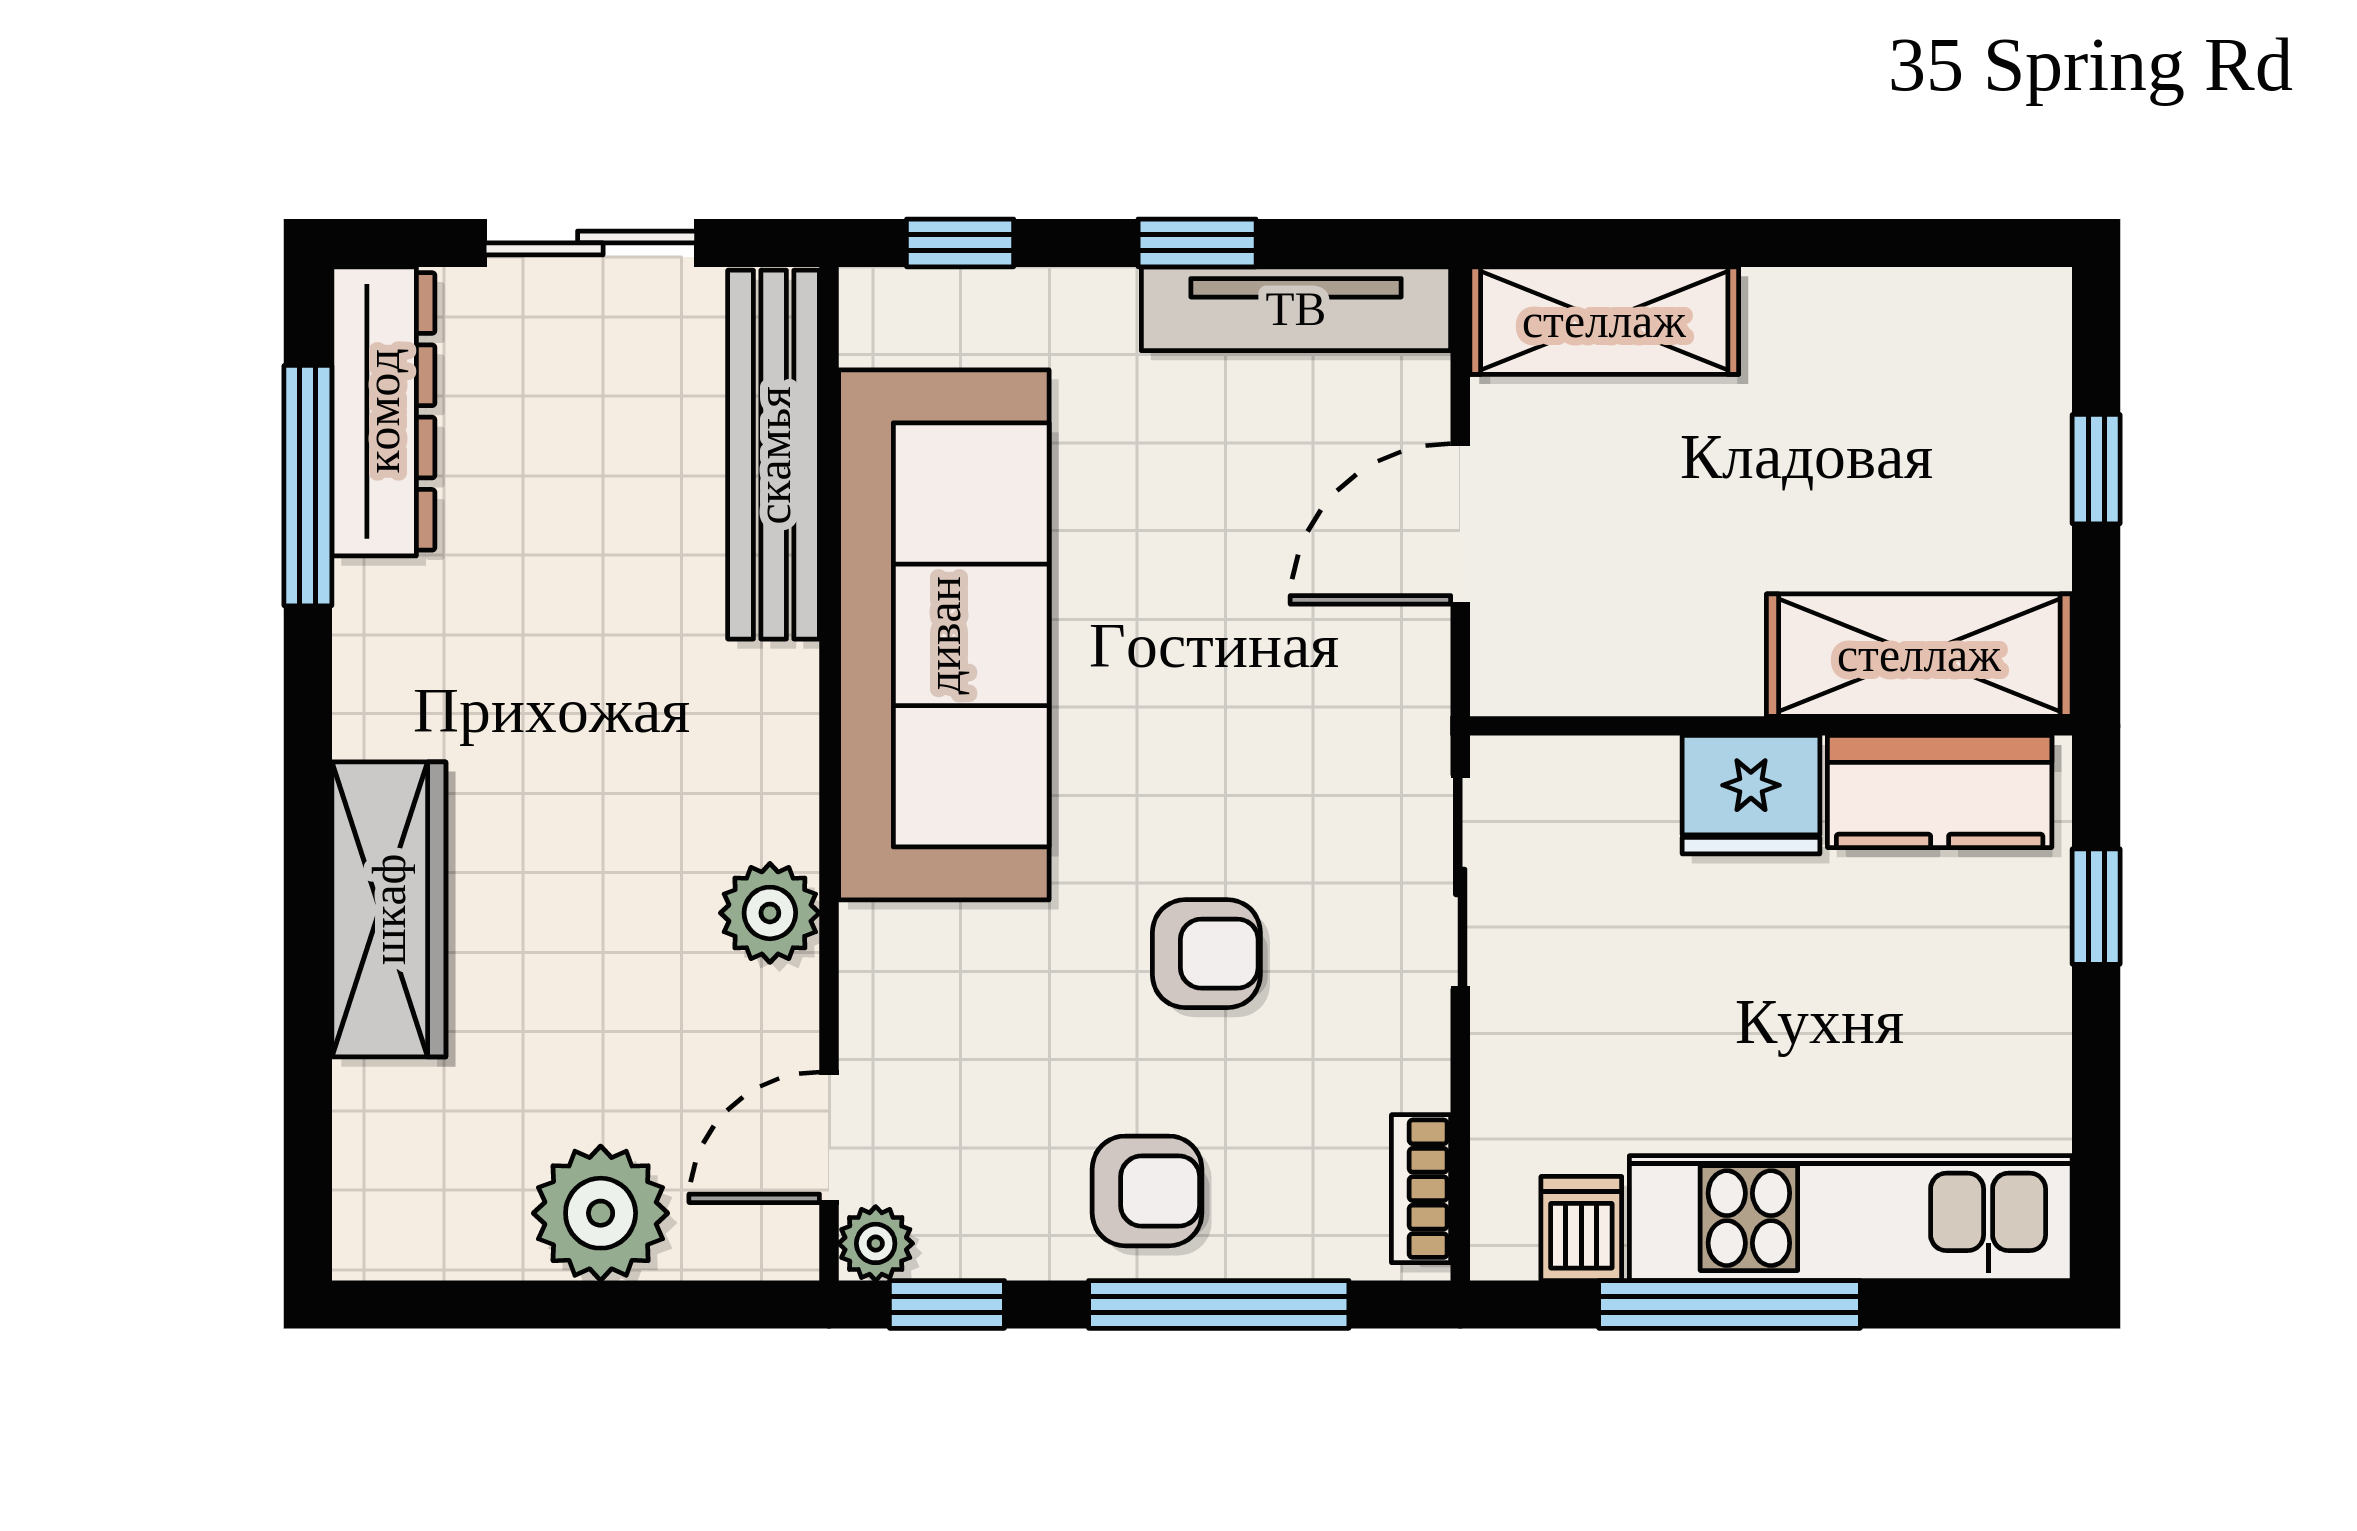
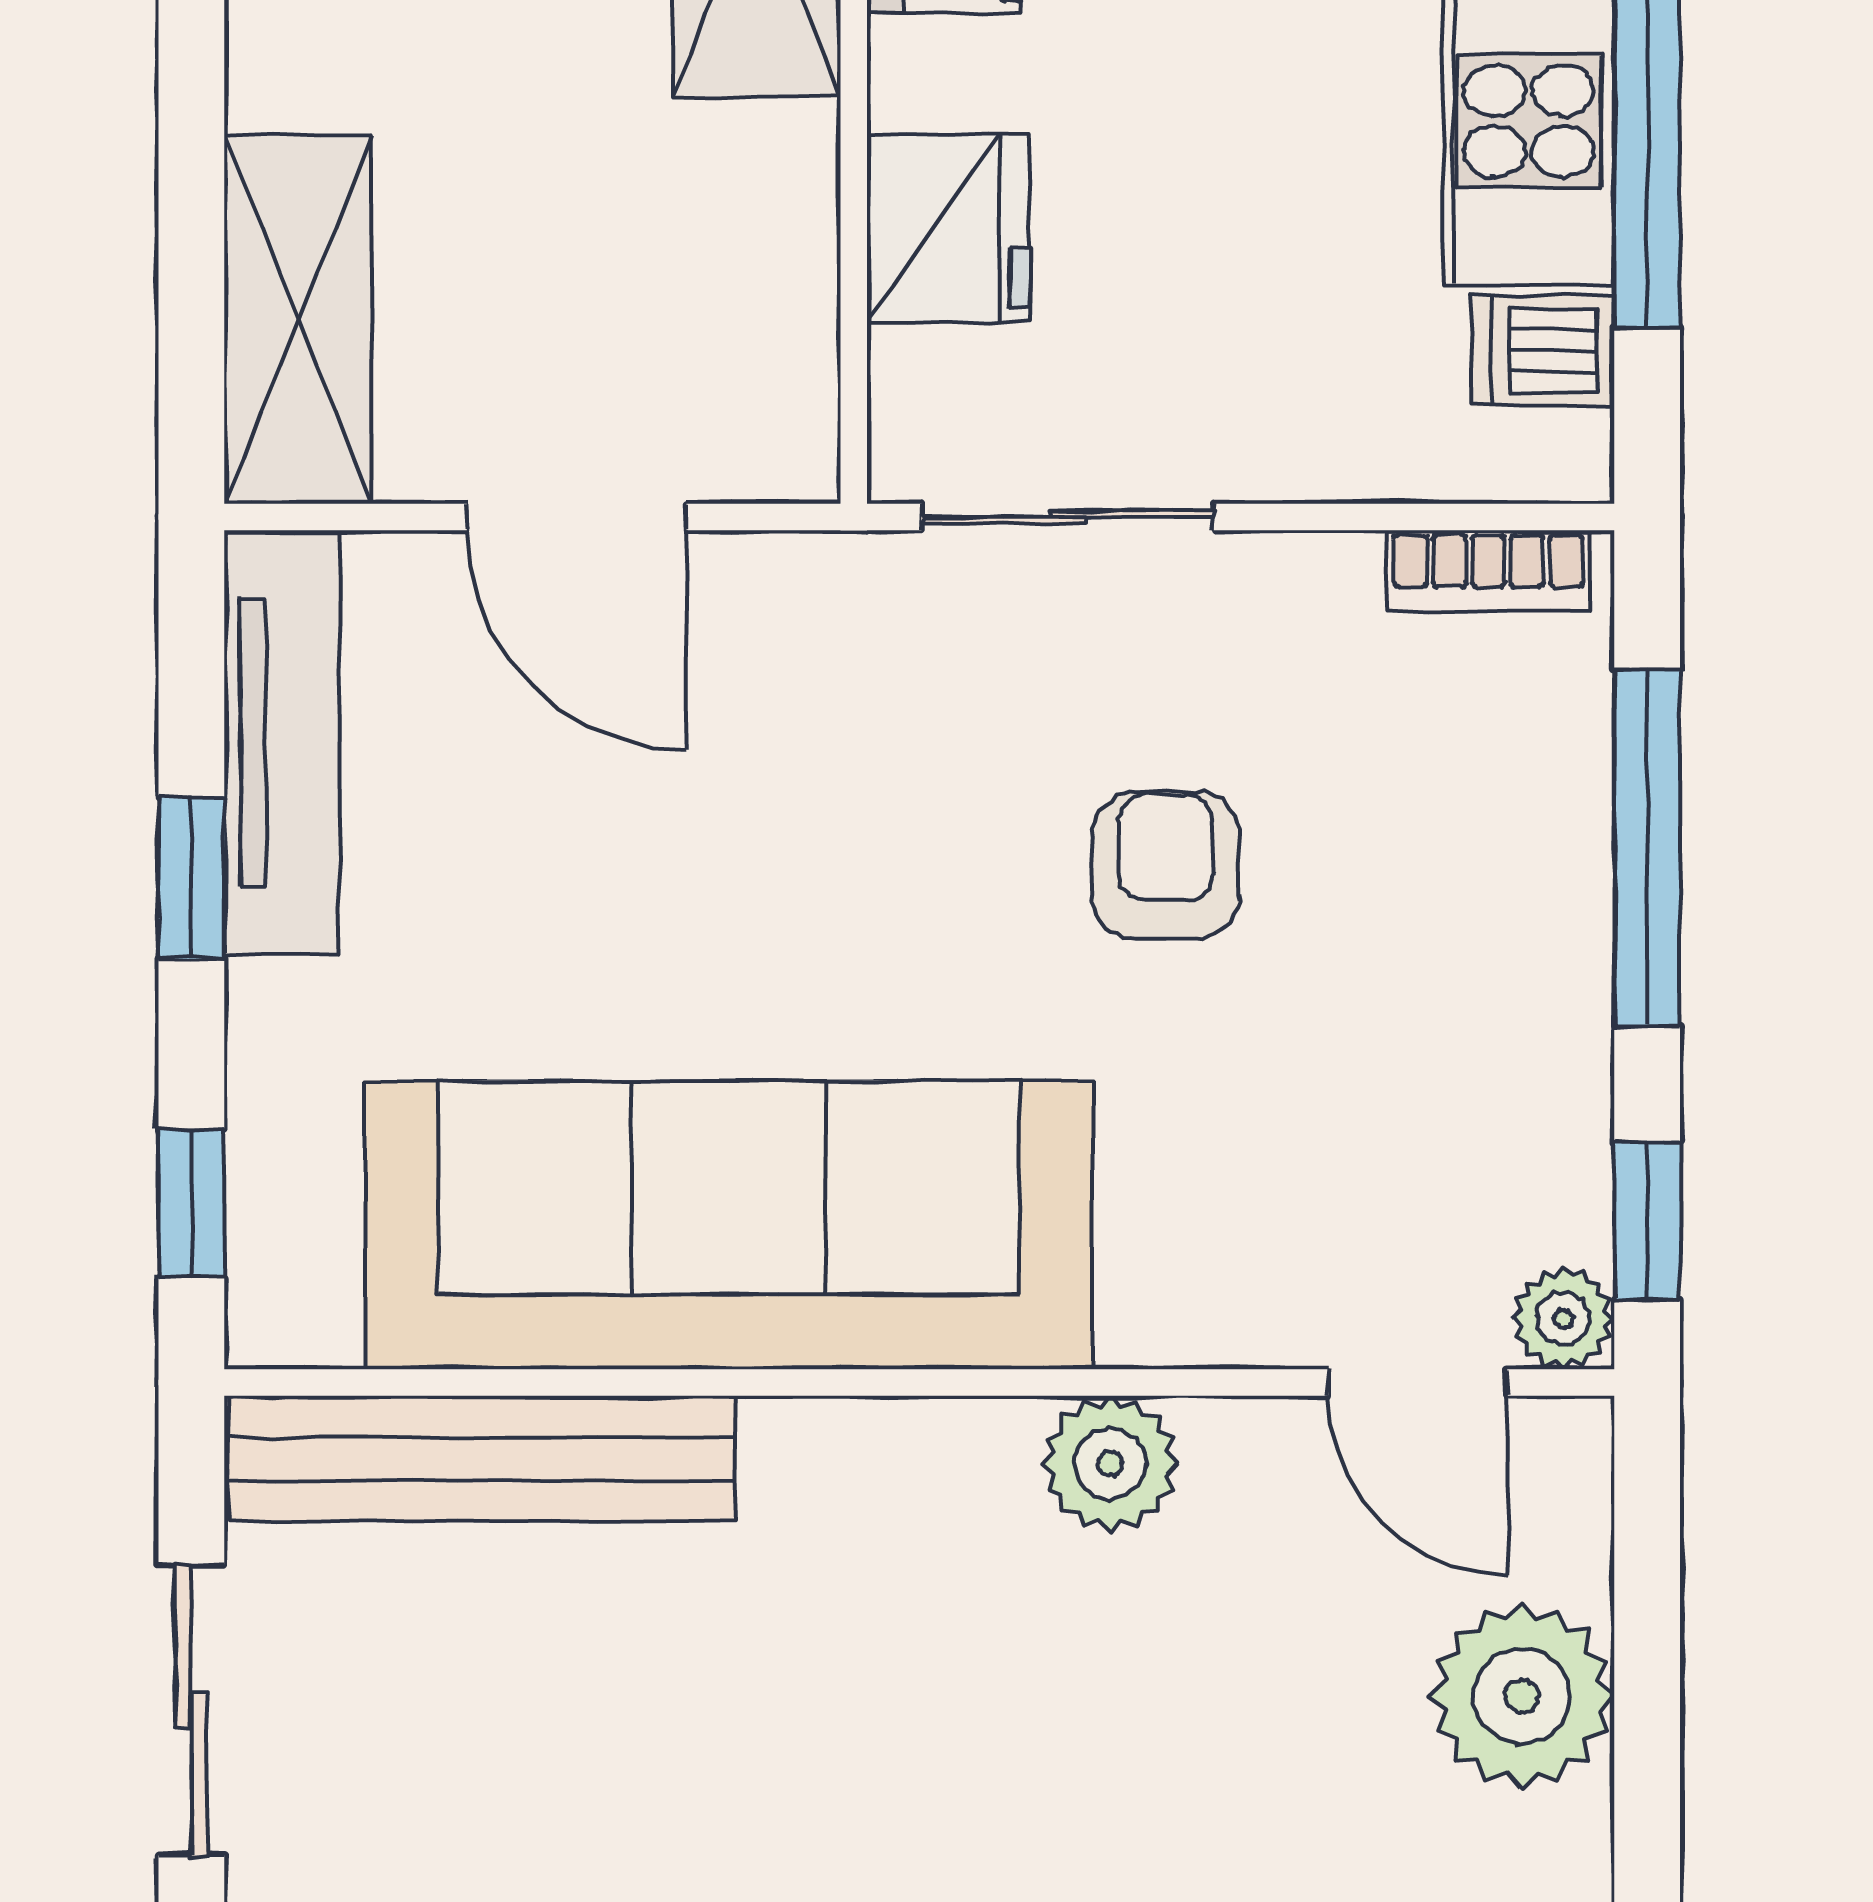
fridge: (1751, 795) -> (948, 228), moved
armchair: (1147, 1191) -> (1491, 947), removed

